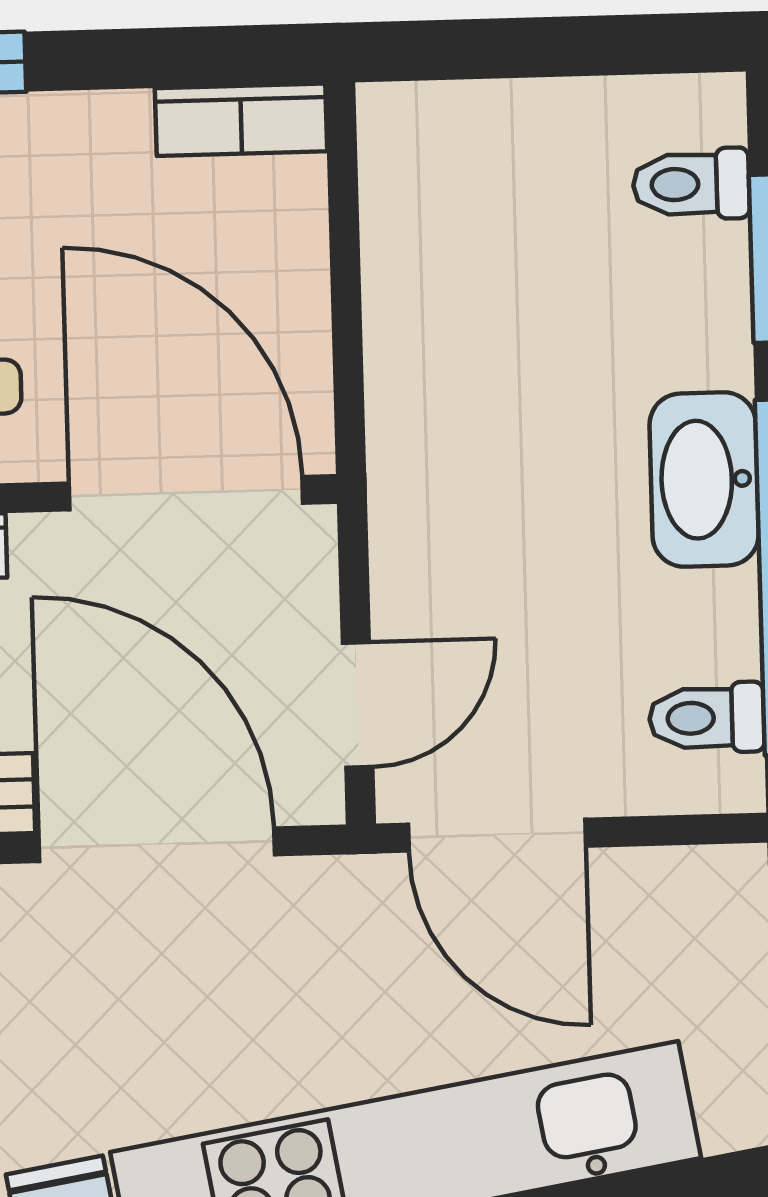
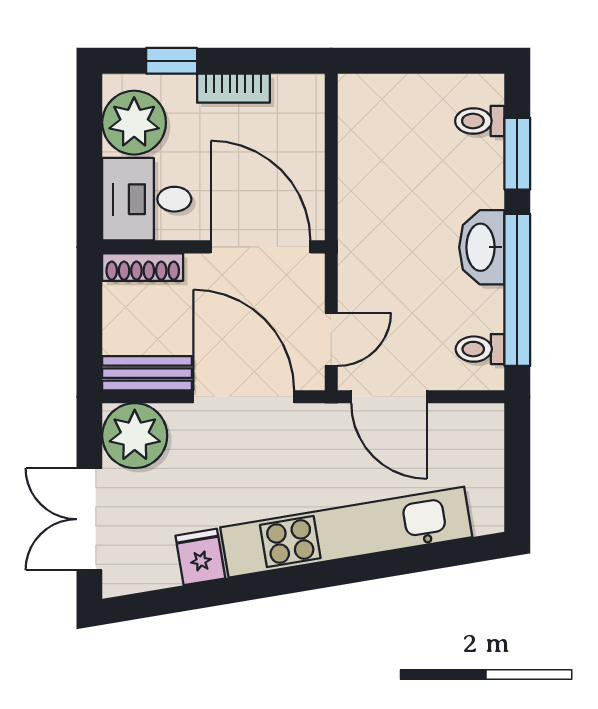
bookcase: (241, 120) -> (233, 88), moved

